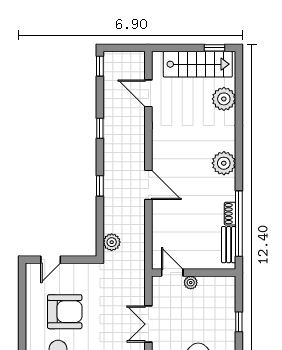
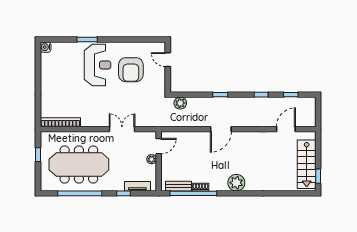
window: (100, 66) -> (291, 95), moved
plant: (224, 99) -> (282, 183), removed
tv unit: (229, 302) -> (137, 186), added

